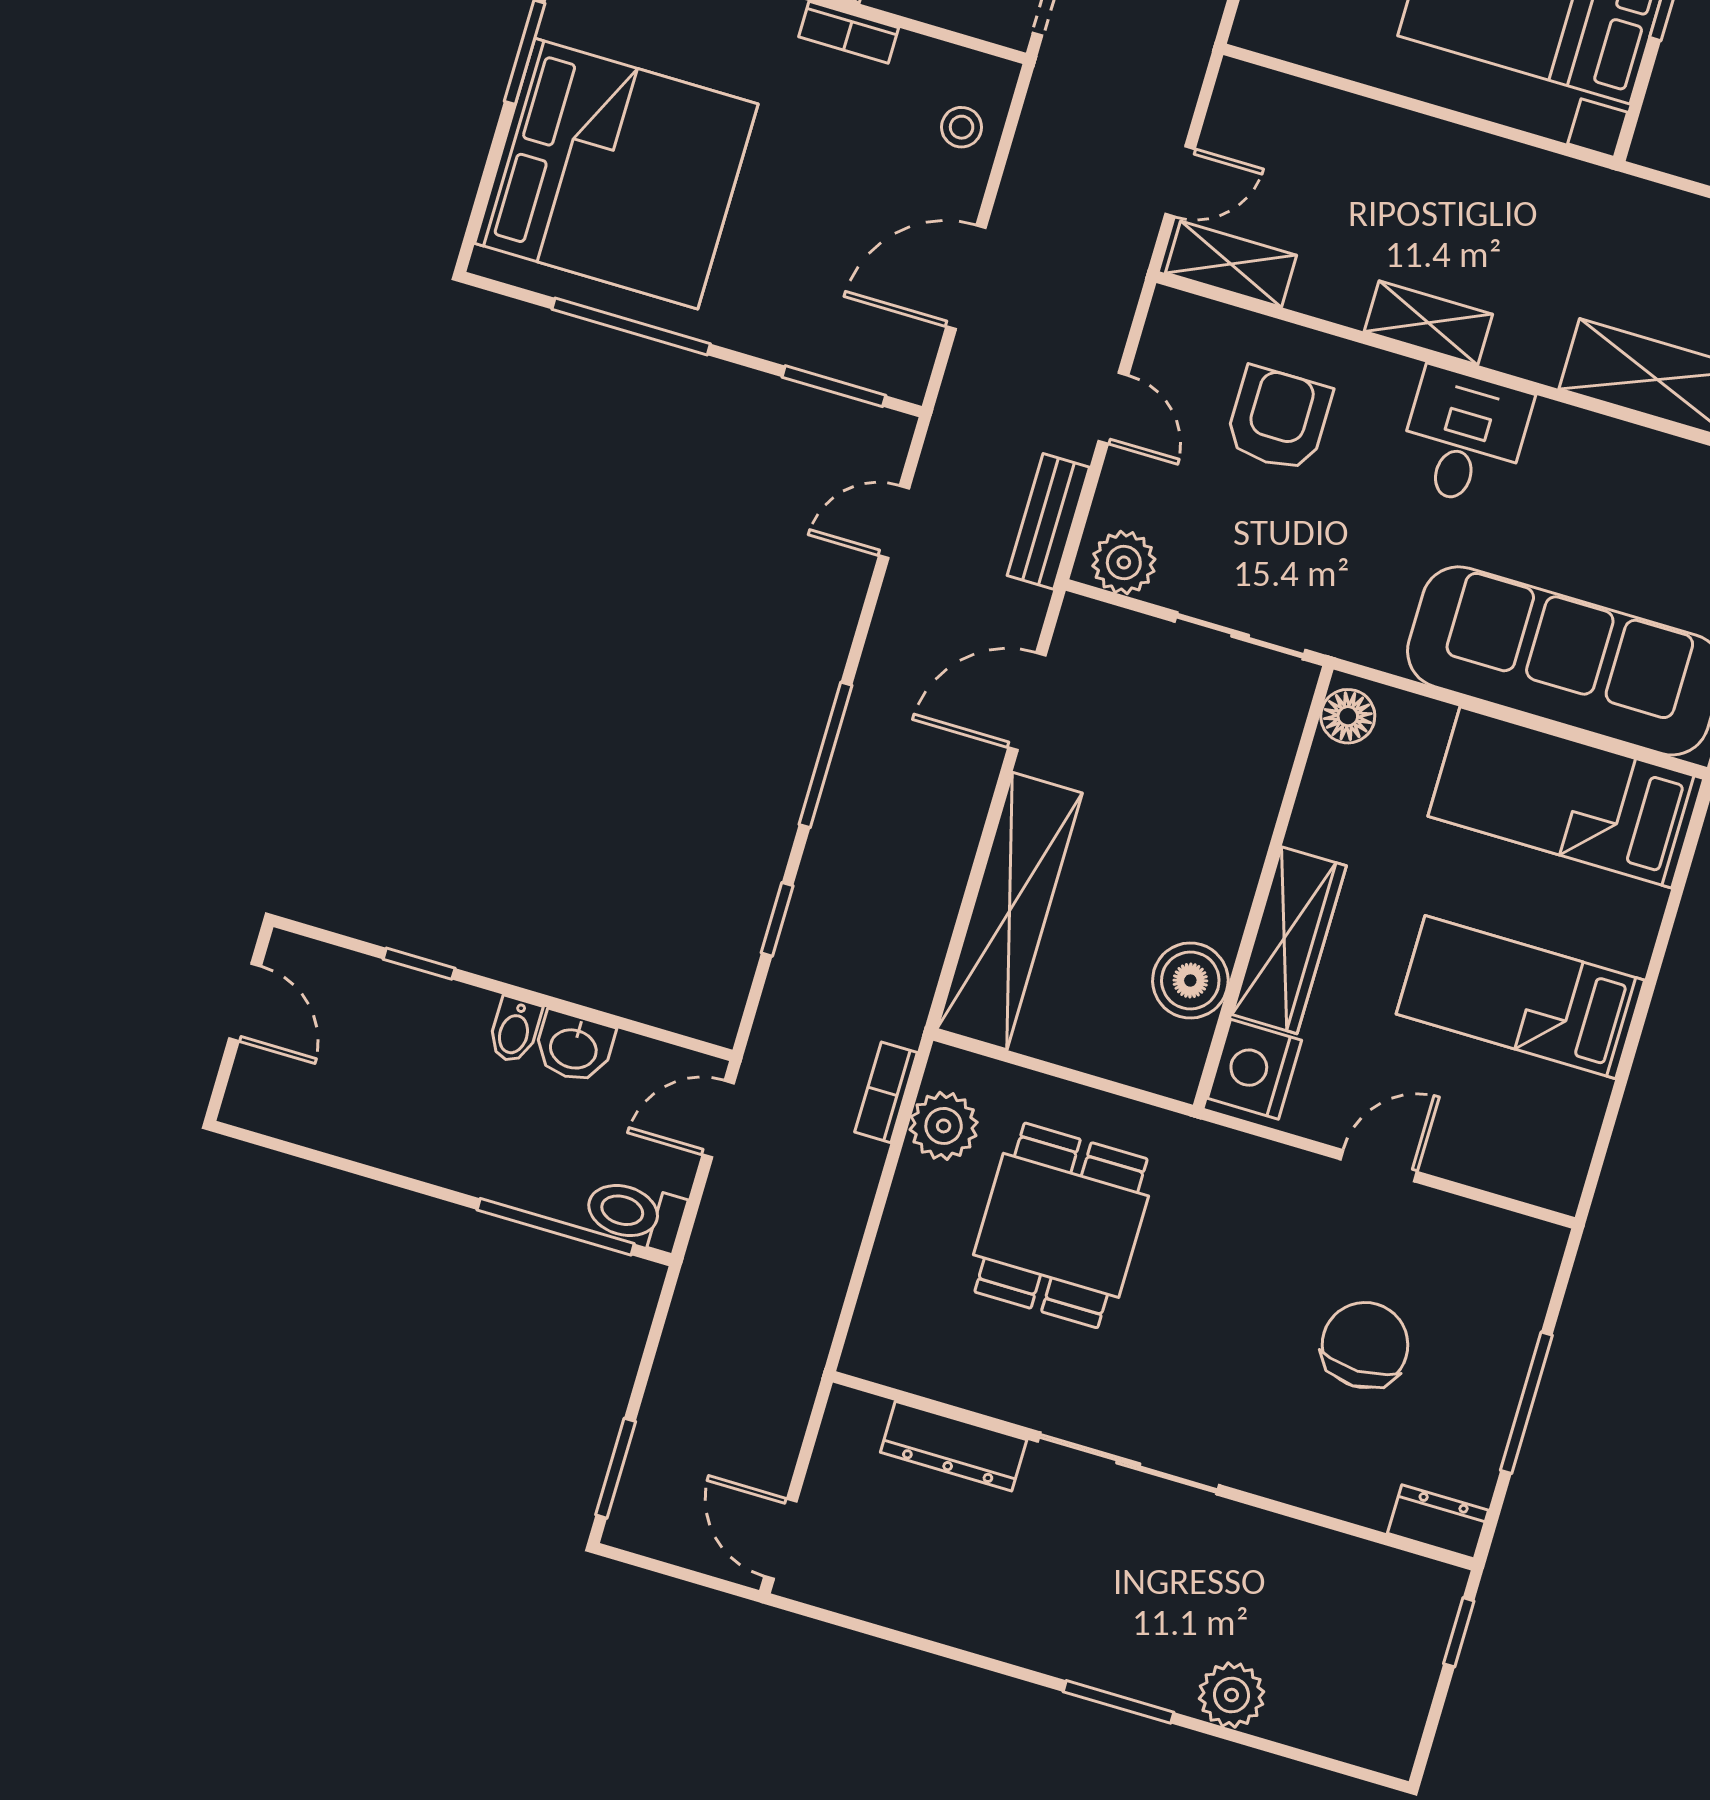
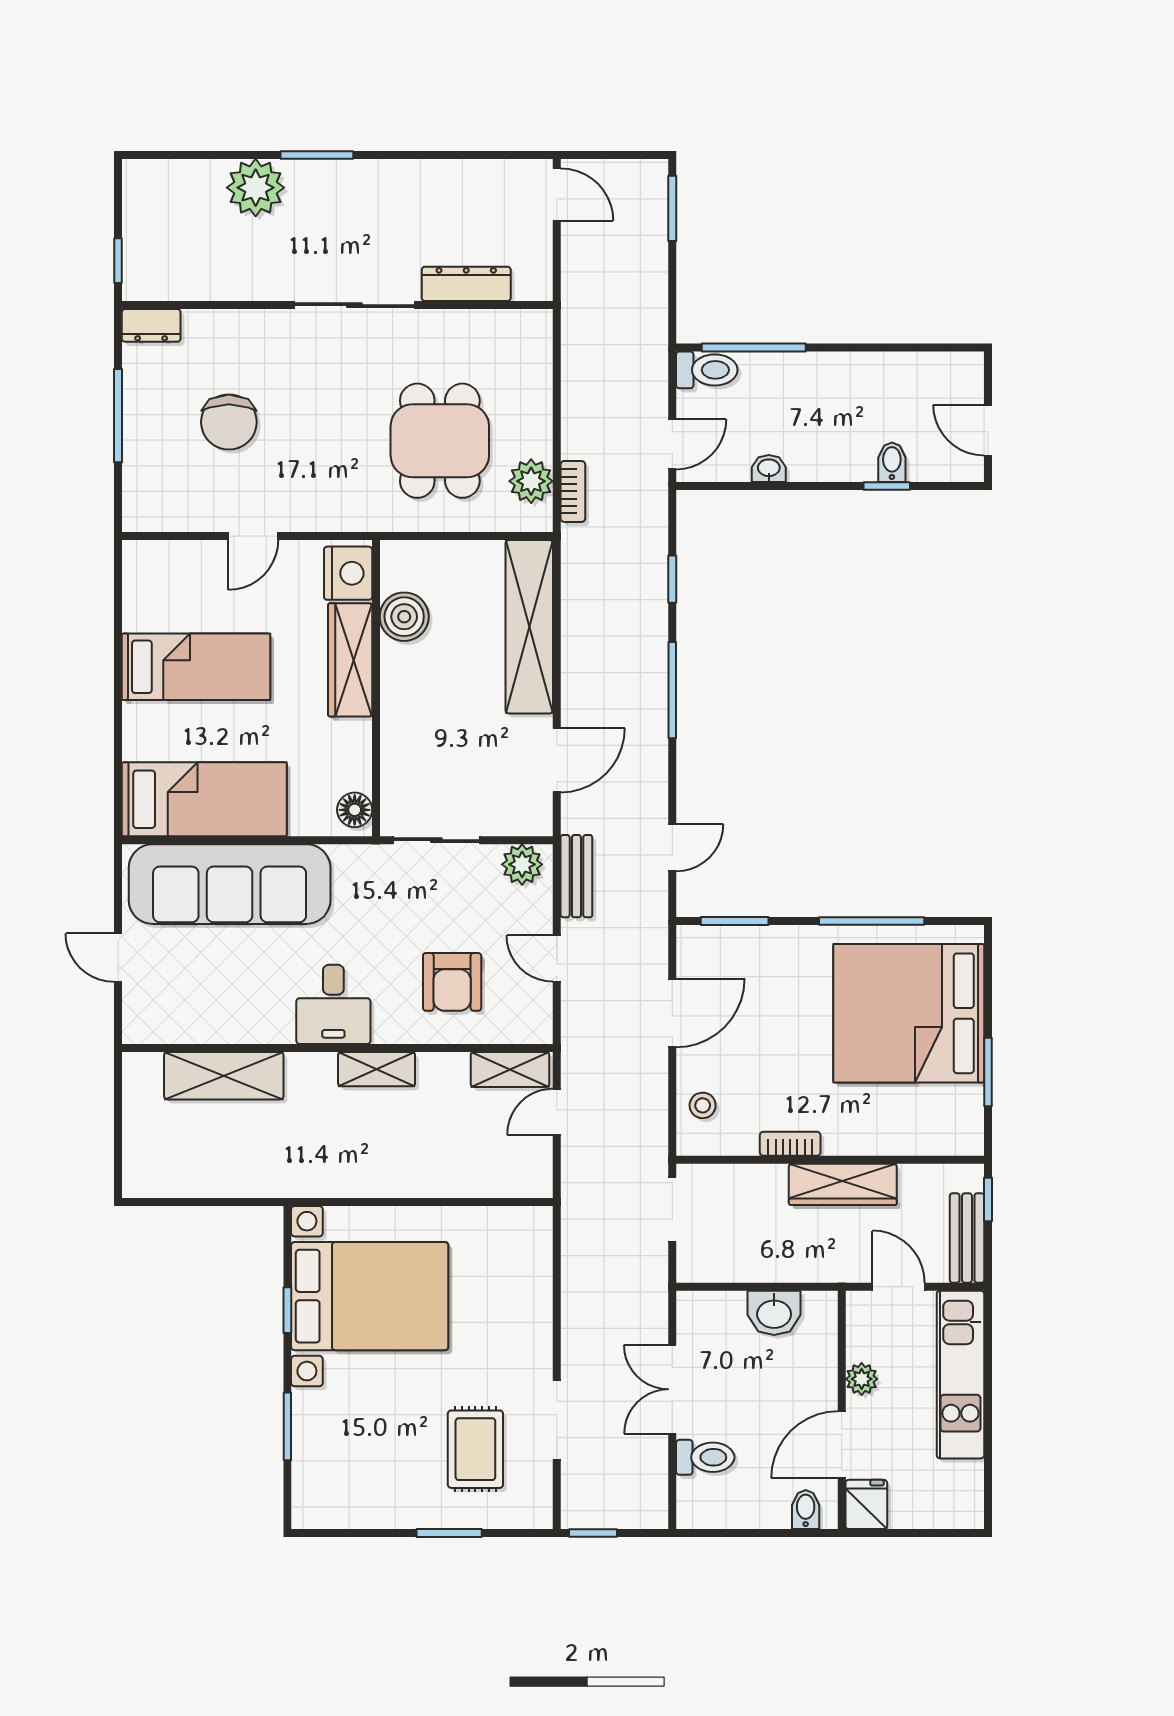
bidet: (515, 1030) -> (892, 462), moved
washbasin: (574, 1047) -> (769, 469), width x0.72, depth x0.69
plant: (1231, 1695) -> (256, 188), width x1.36, depth x1.36

